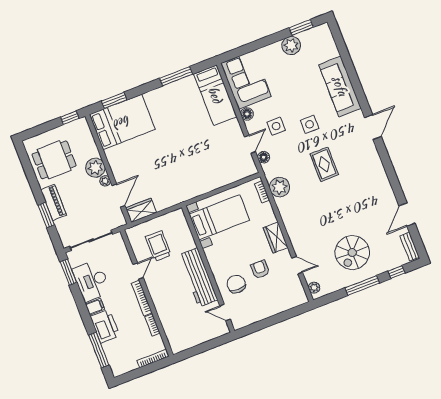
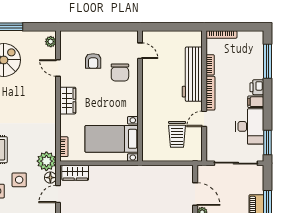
side table: (276, 126) -> (19, 180), moved
plant: (280, 187) -> (46, 161), moved
door: (119, 196) -> (195, 194), swing flipped
wardrobe: (141, 210) -> (75, 173), moved
armchair: (260, 269) -> (93, 61), moved
workbench: (198, 277) -> (192, 74), moved, turned 180
printer: (105, 326) -> (257, 87), width x0.53, depth x0.68

